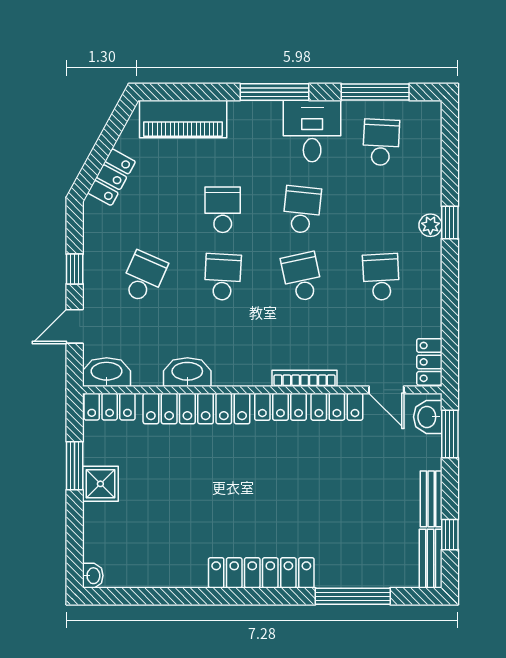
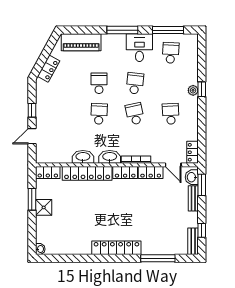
school desk: (144, 277) -> (63, 114), removed
washbasin: (107, 372) -> (110, 157), moved
bench: (431, 499) -> (193, 198), moved

